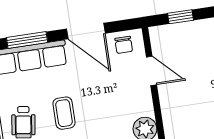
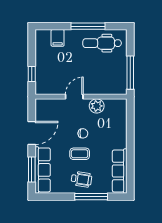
chair: (124, 45) -> (83, 133), moved
door: (151, 71) -> (74, 97), moved

